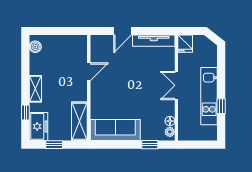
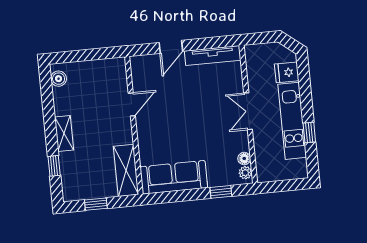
fridge: (185, 44) -> (287, 72), moved, turned 90
freezer: (39, 126) -> (73, 182), removed

